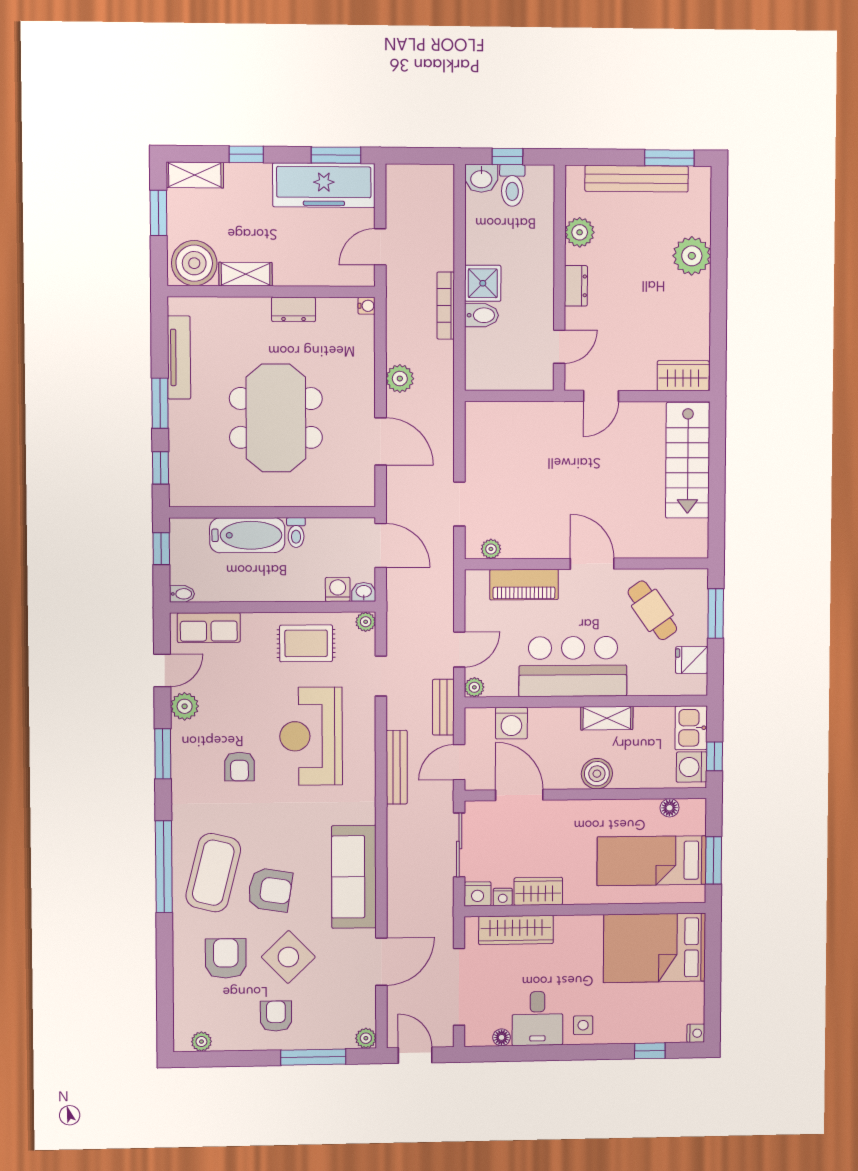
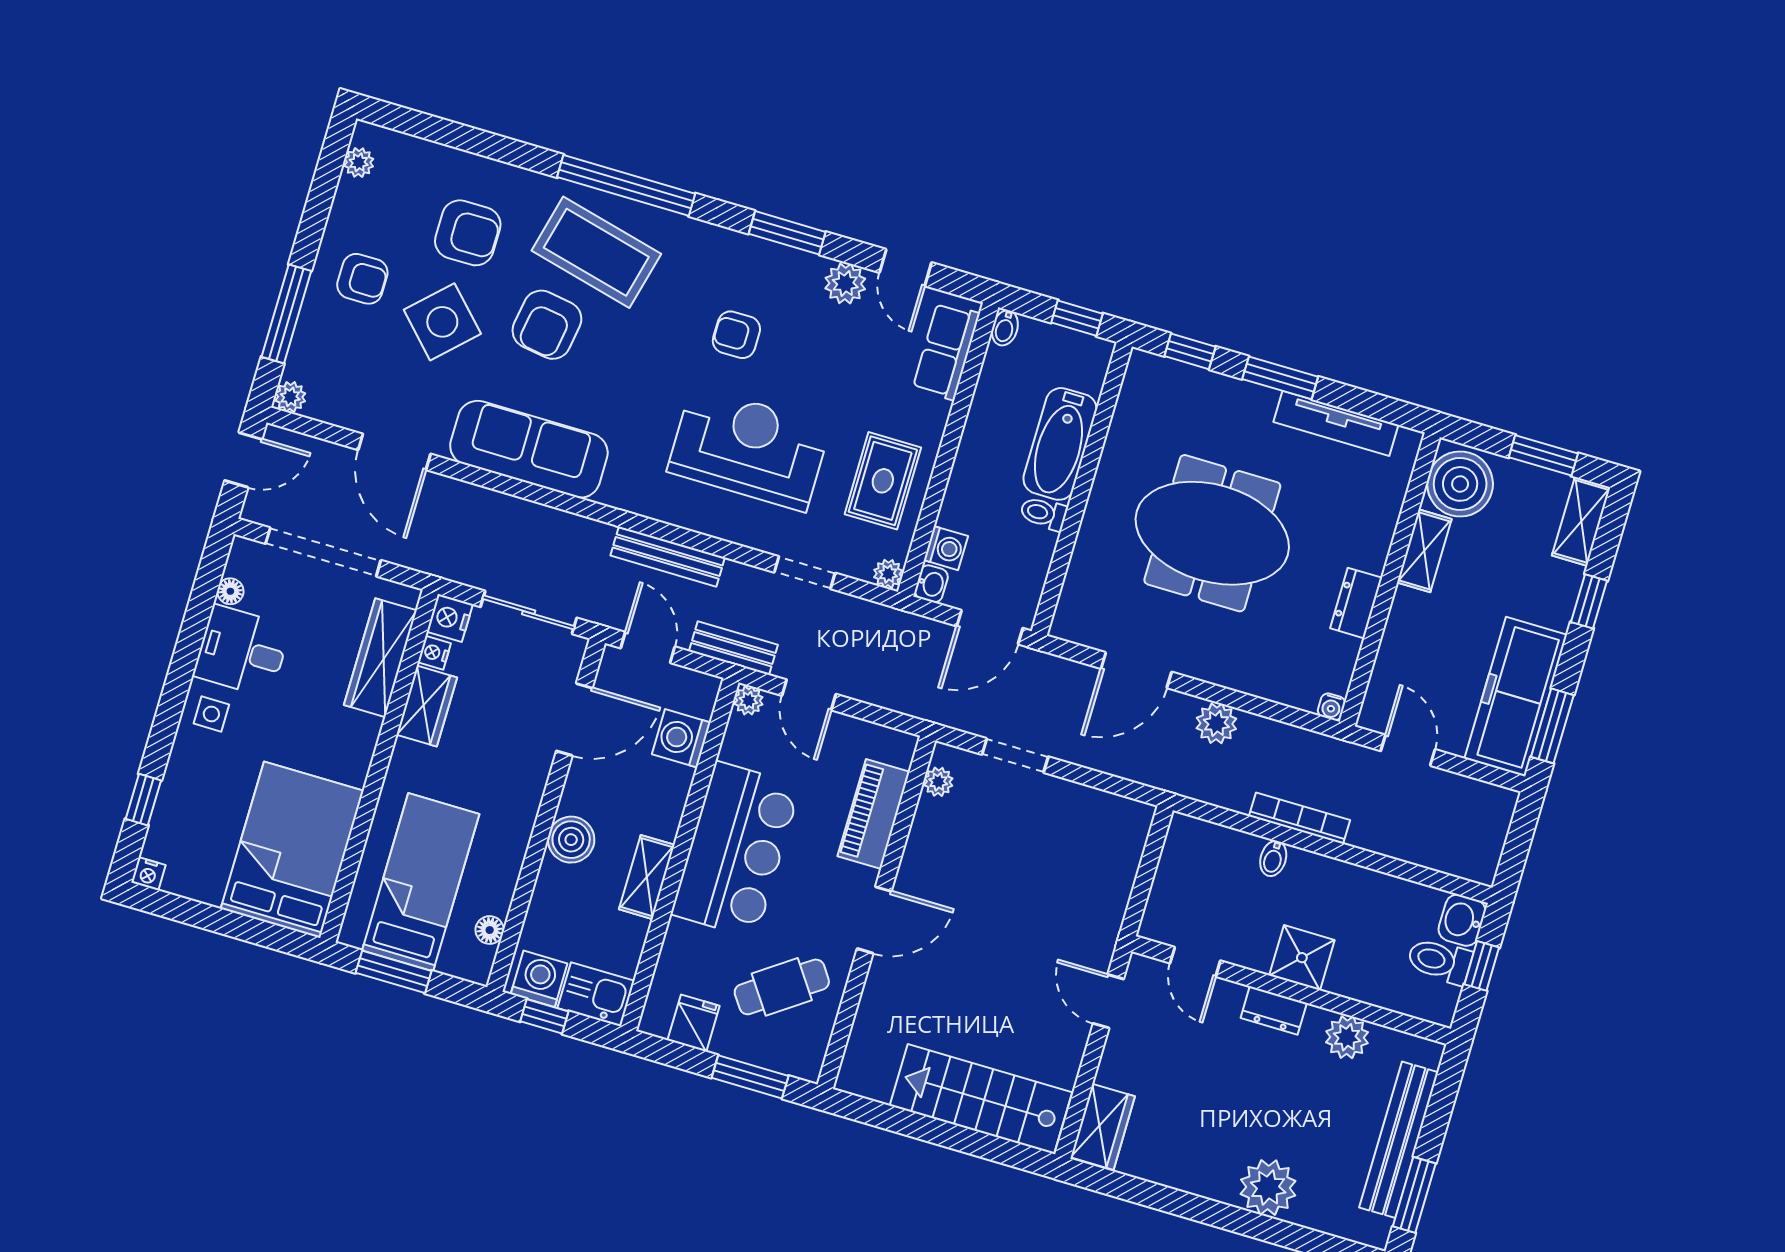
shower: (483, 283) -> (1302, 958), moved
bidet: (482, 315) -> (1273, 858), width x0.72, depth x0.74

